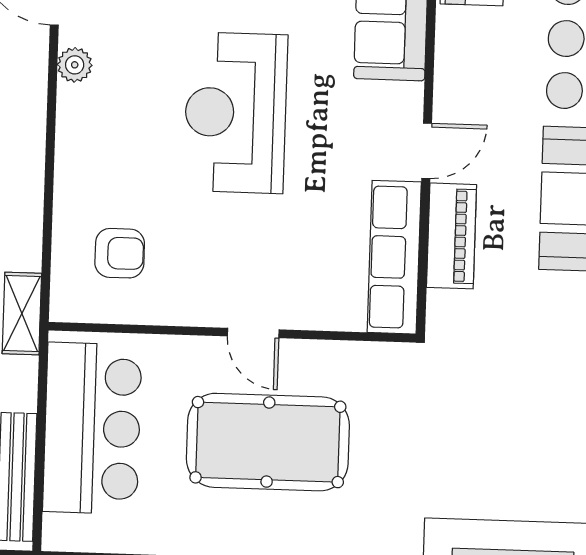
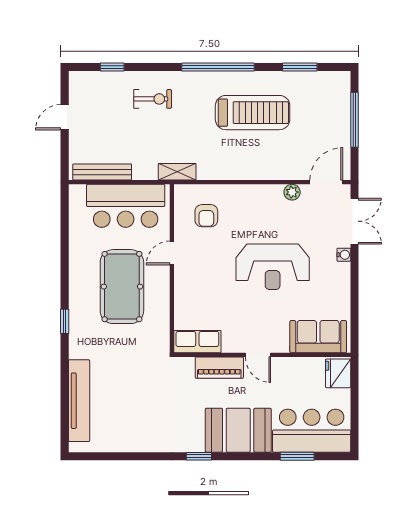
reception desk: (236, 113) -> (273, 267), turned 180
row of seats: (394, 257) -> (197, 342), width x0.68
door: (253, 333) -> (172, 253), moved

